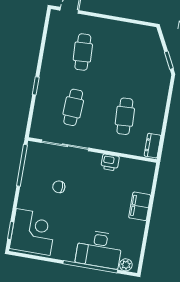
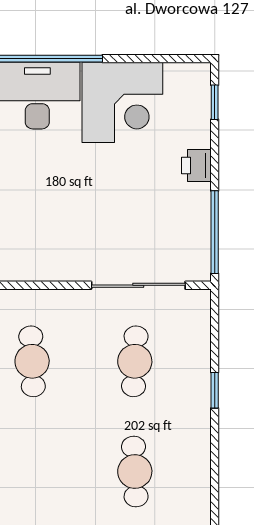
printer: (110, 162) -> (196, 166), moved, turned -90
chair: (59, 187) -> (136, 203), removed
corner desk: (33, 232) -> (122, 102), moved, turned -90

